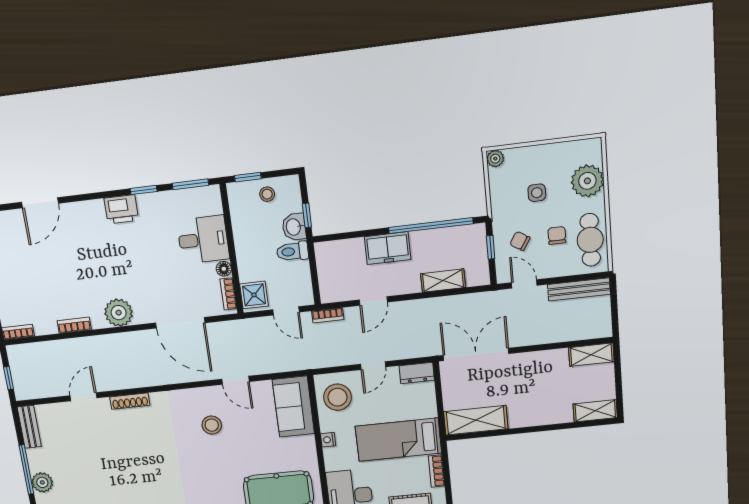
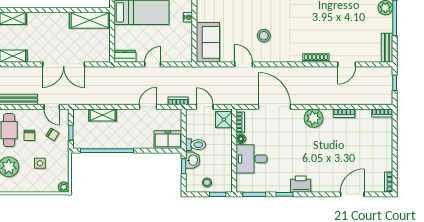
freezer: (388, 248) -> (168, 140), moved
double door: (476, 354) -> (64, 64), moved
stool: (337, 397) -> (178, 46), removed

